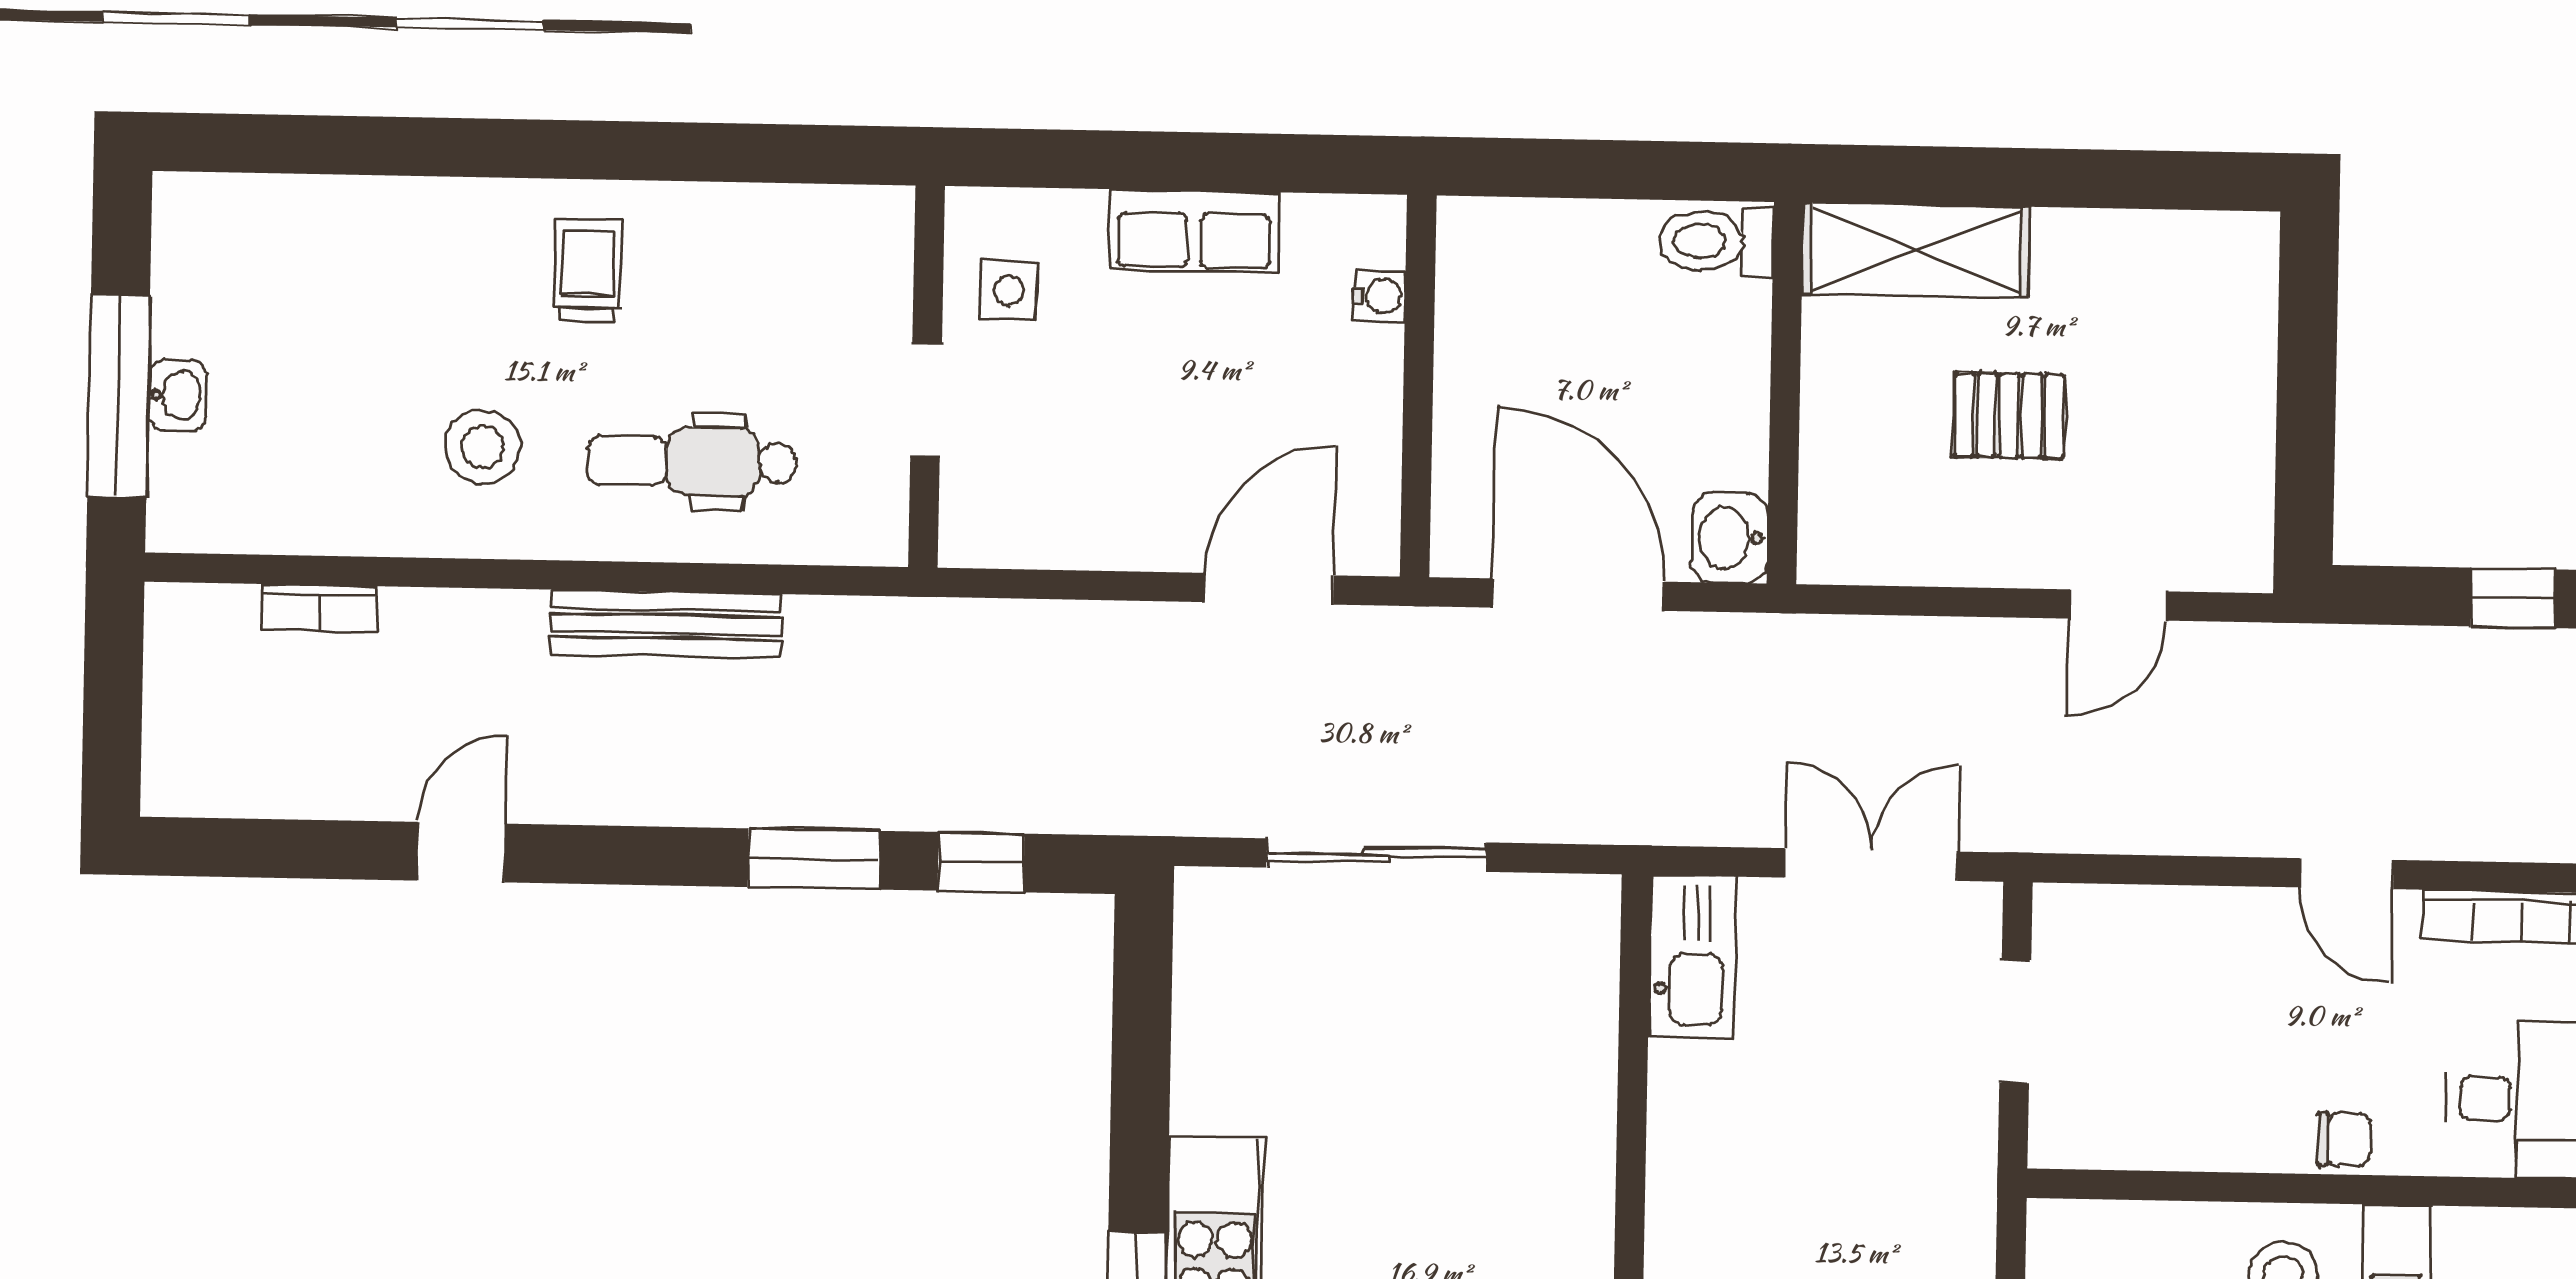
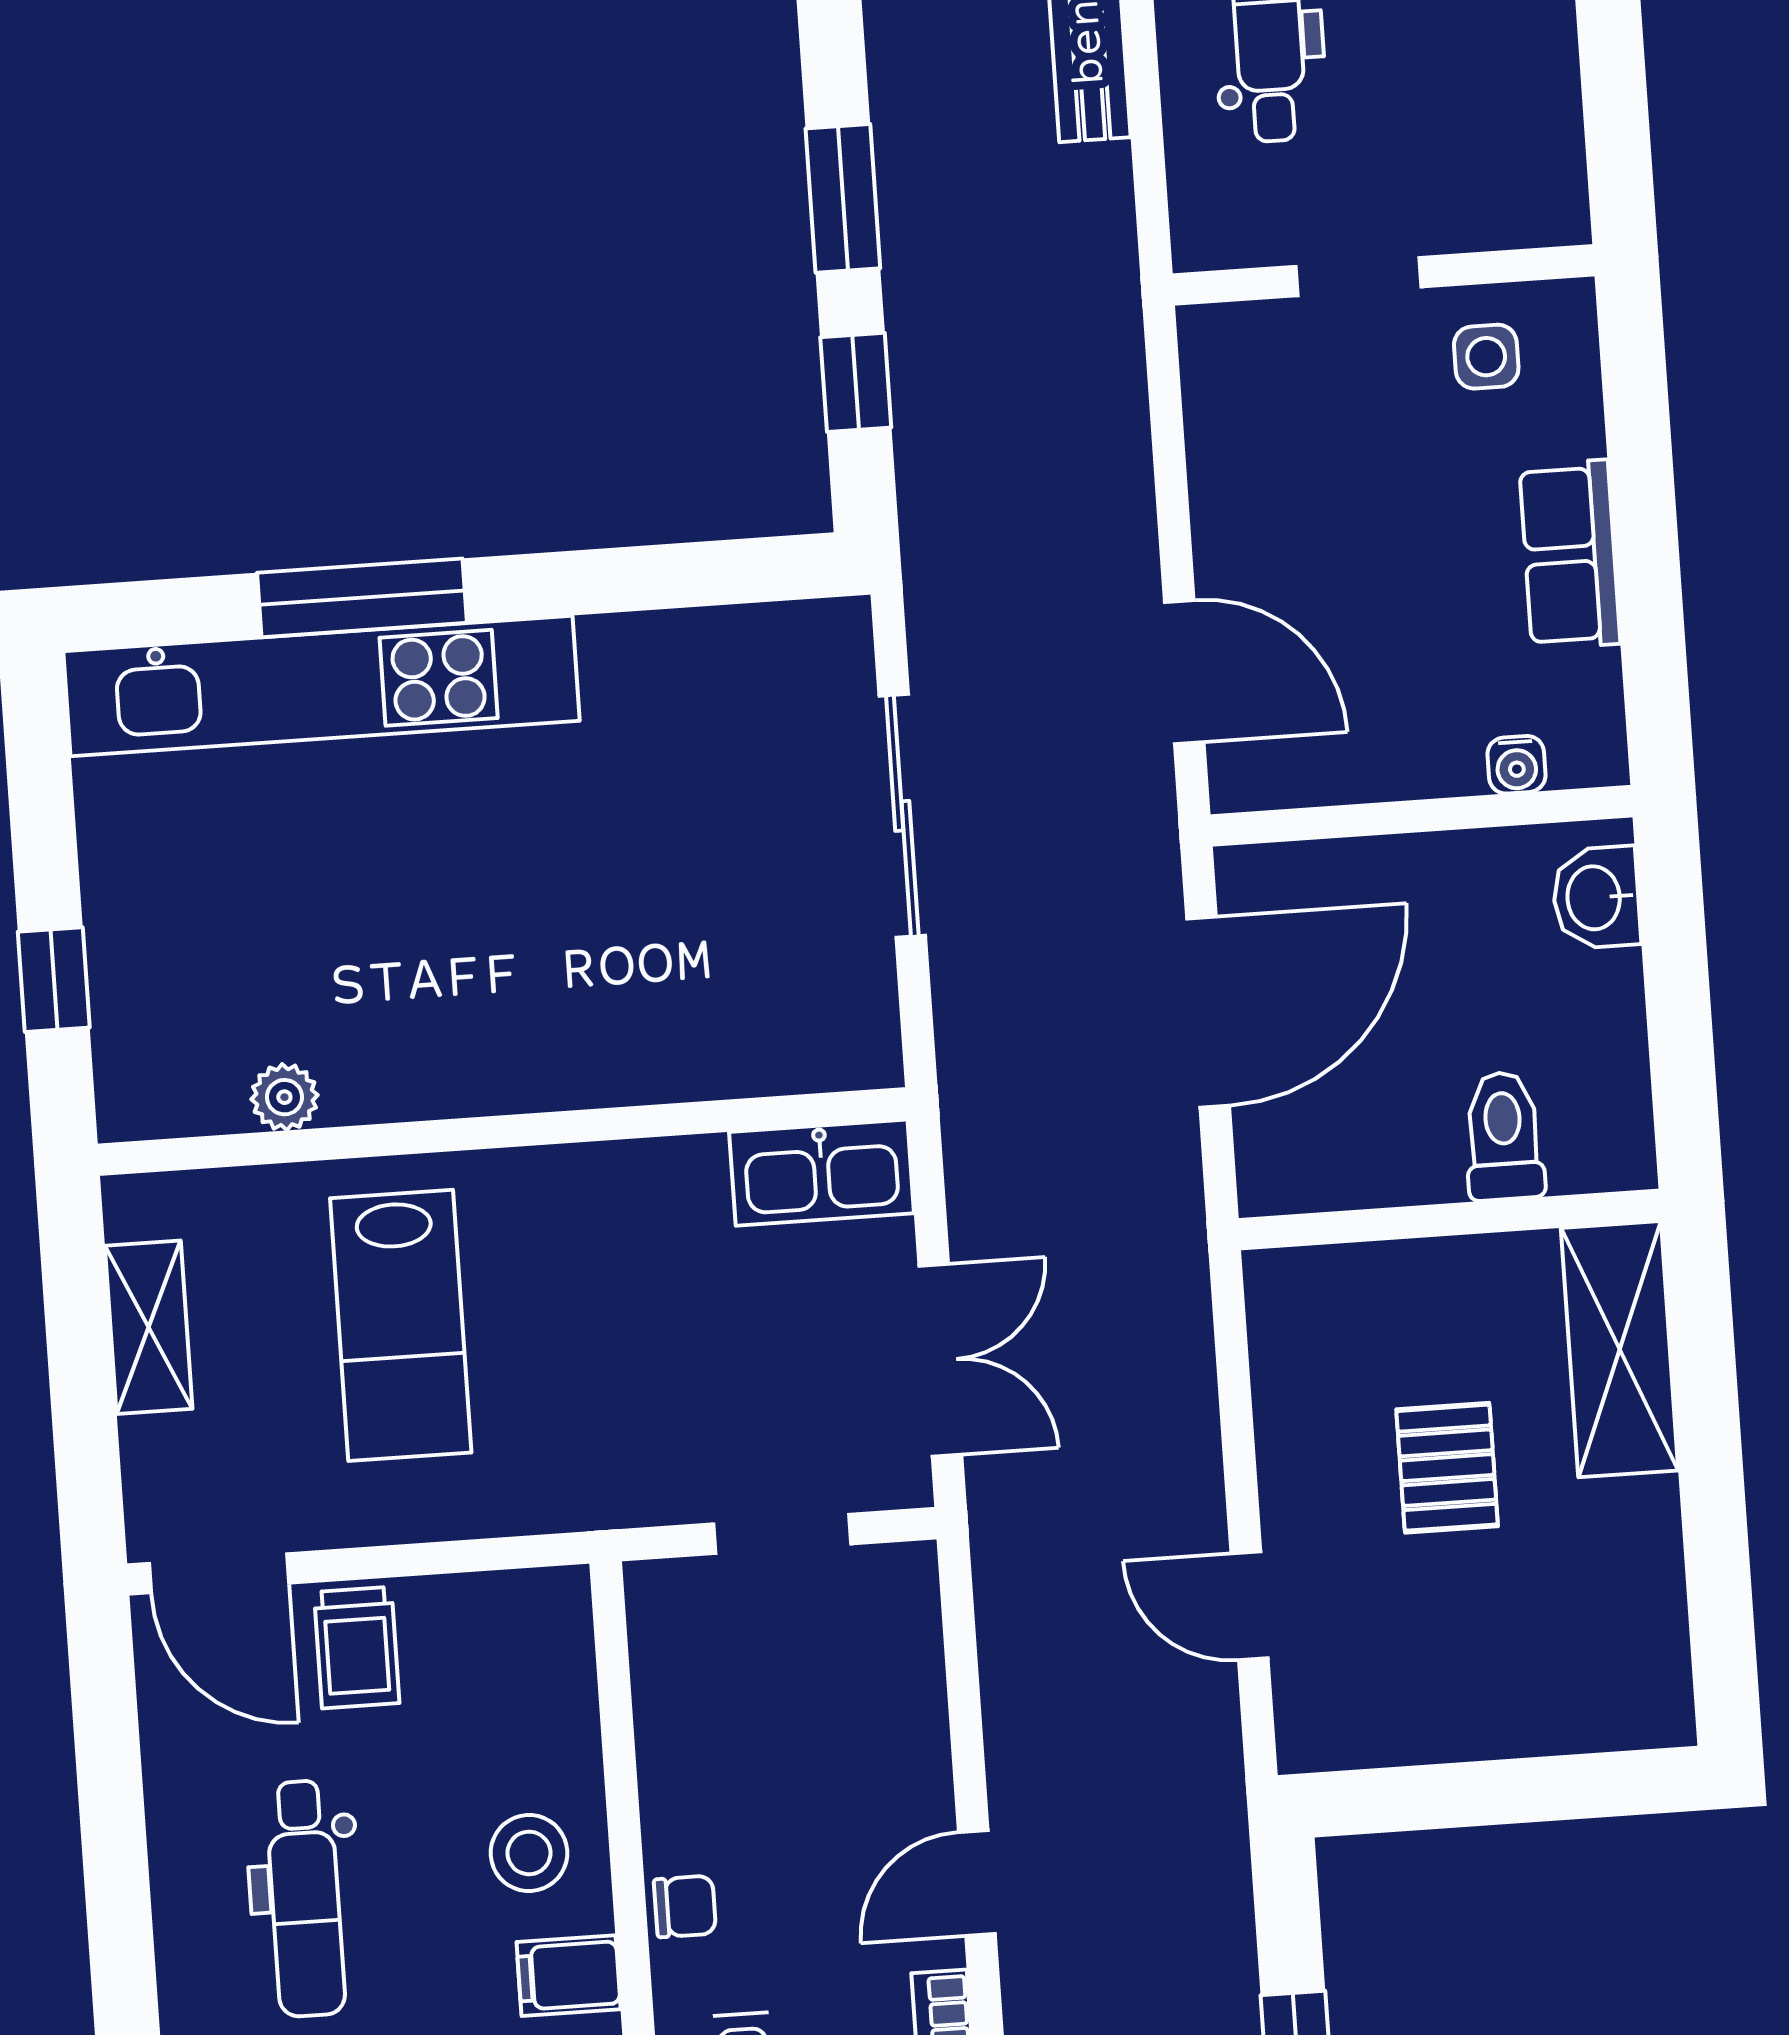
toilet: (1716, 241) -> (1504, 1136), moved
washbasin: (1730, 538) -> (1596, 898), moved, turned -90
chair: (2344, 1139) -> (685, 1906), turned -90

